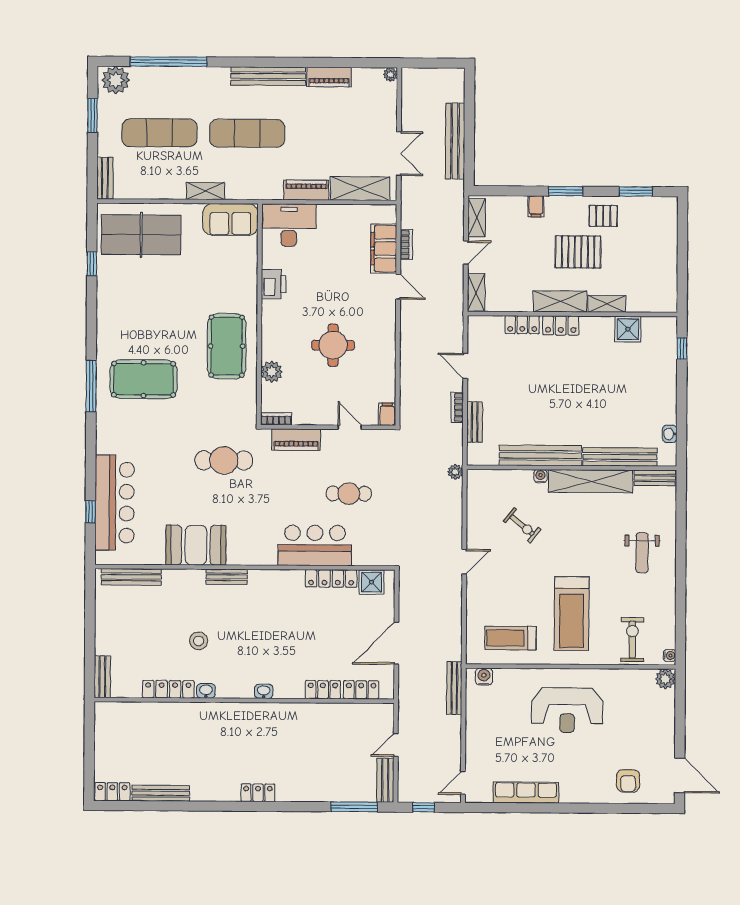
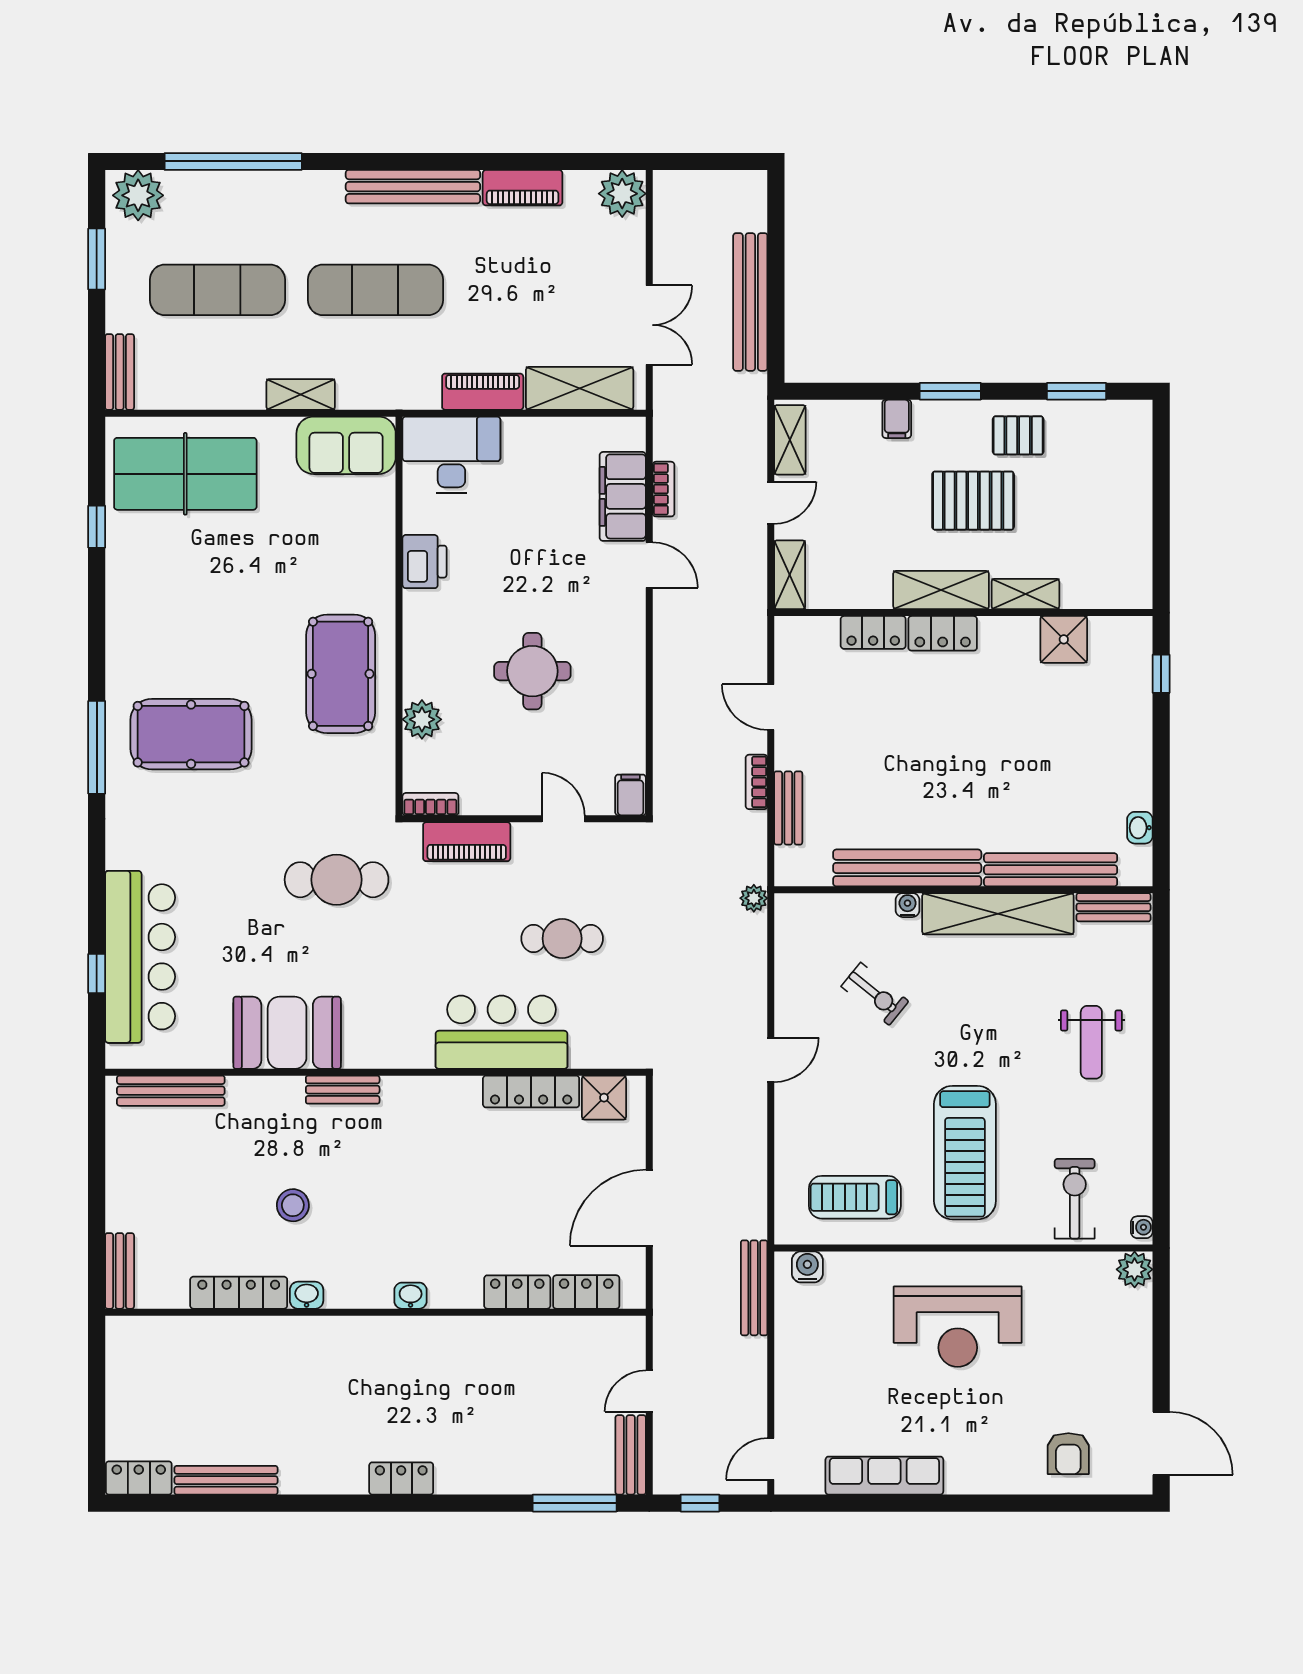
plant: (390, 74) -> (622, 194), width x1.87, depth x1.87

